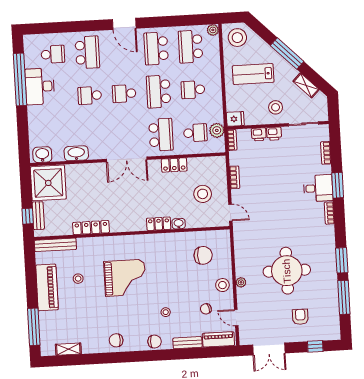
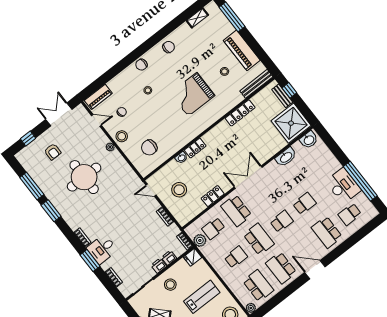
school desk: (156, 49) -> (281, 268), turned 180
bench: (187, 343) -> (118, 80), removed

